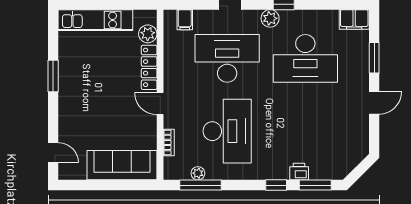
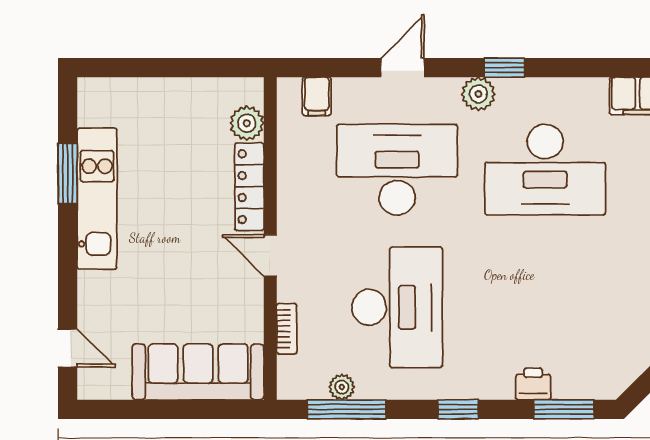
kitchen unit: (95, 20) -> (97, 199), moved, turned -90
window: (53, 76) -> (68, 173), moved
window: (276, 185) -> (458, 409), moved

